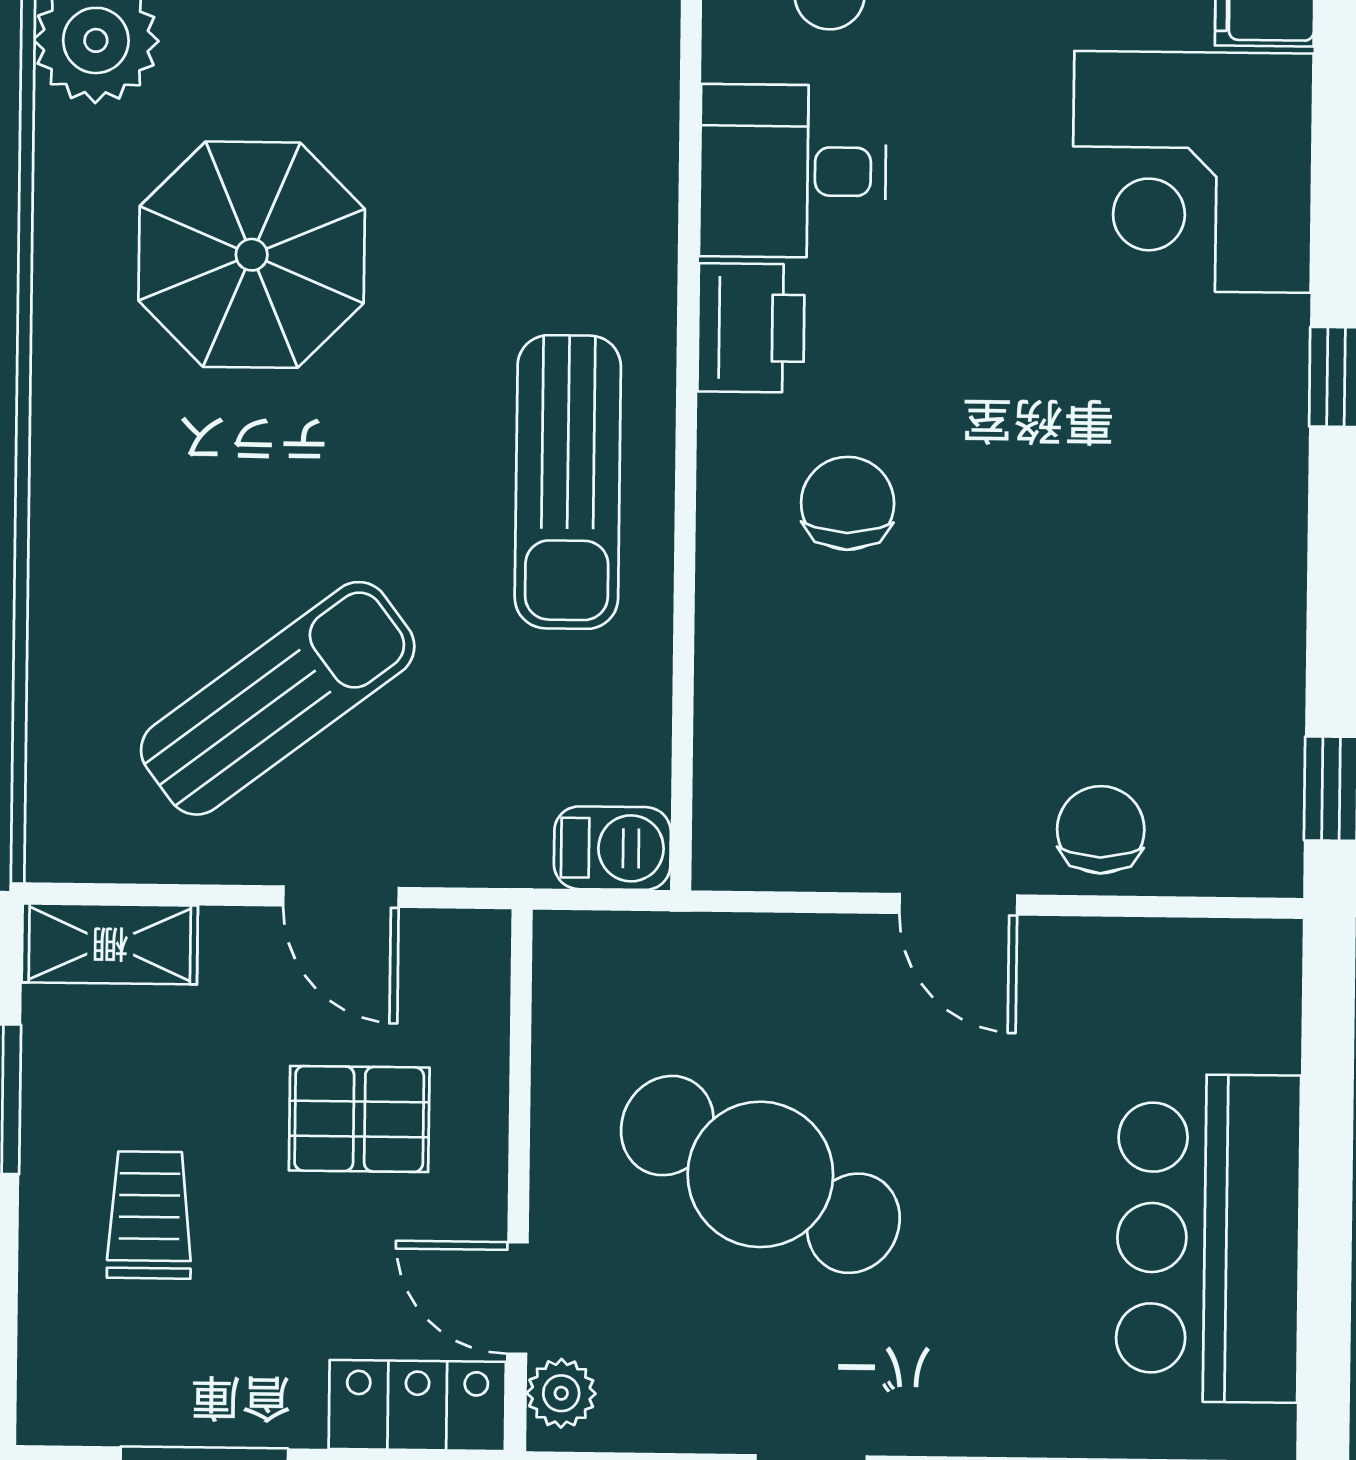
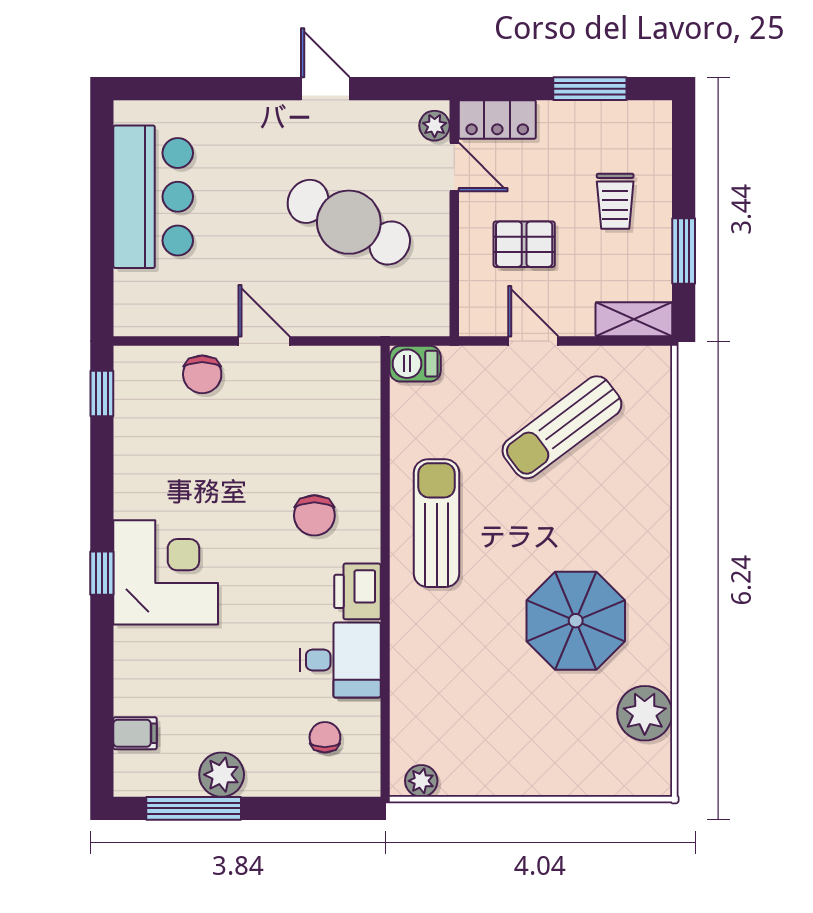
corner desk: (1193, 172) -> (166, 572), moved

